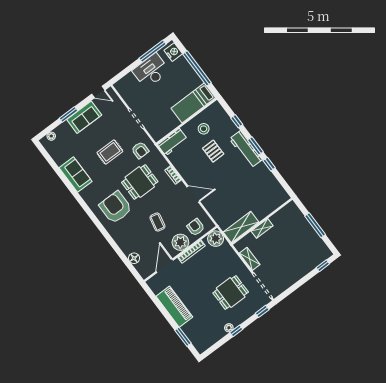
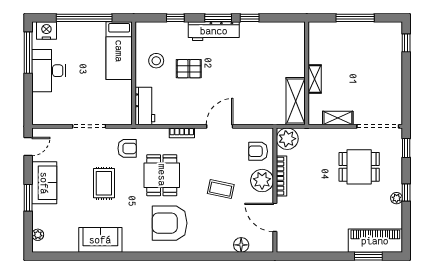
dining table: (231, 292) -> (359, 167), turned 90
piano: (174, 307) -> (375, 241), moved

